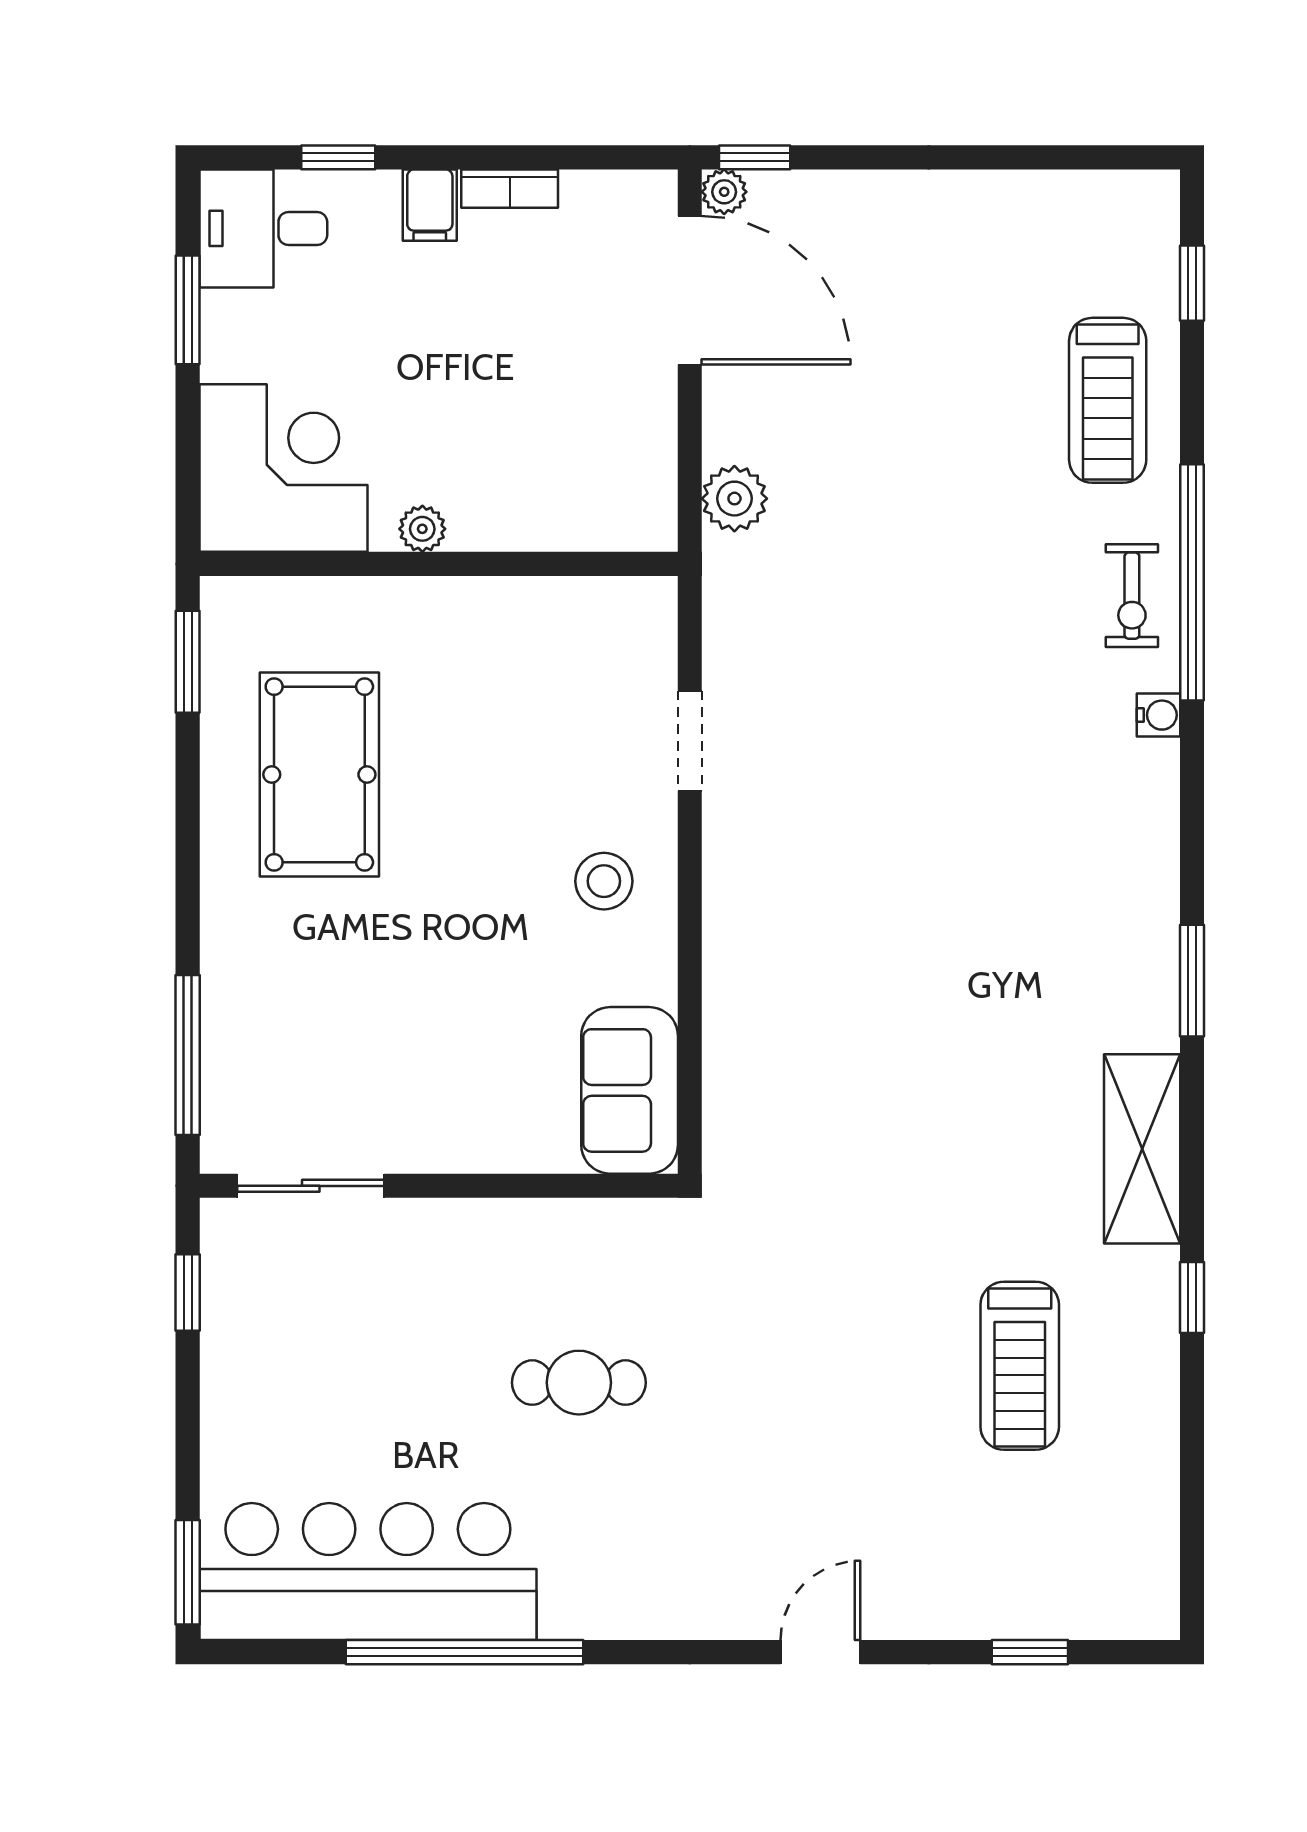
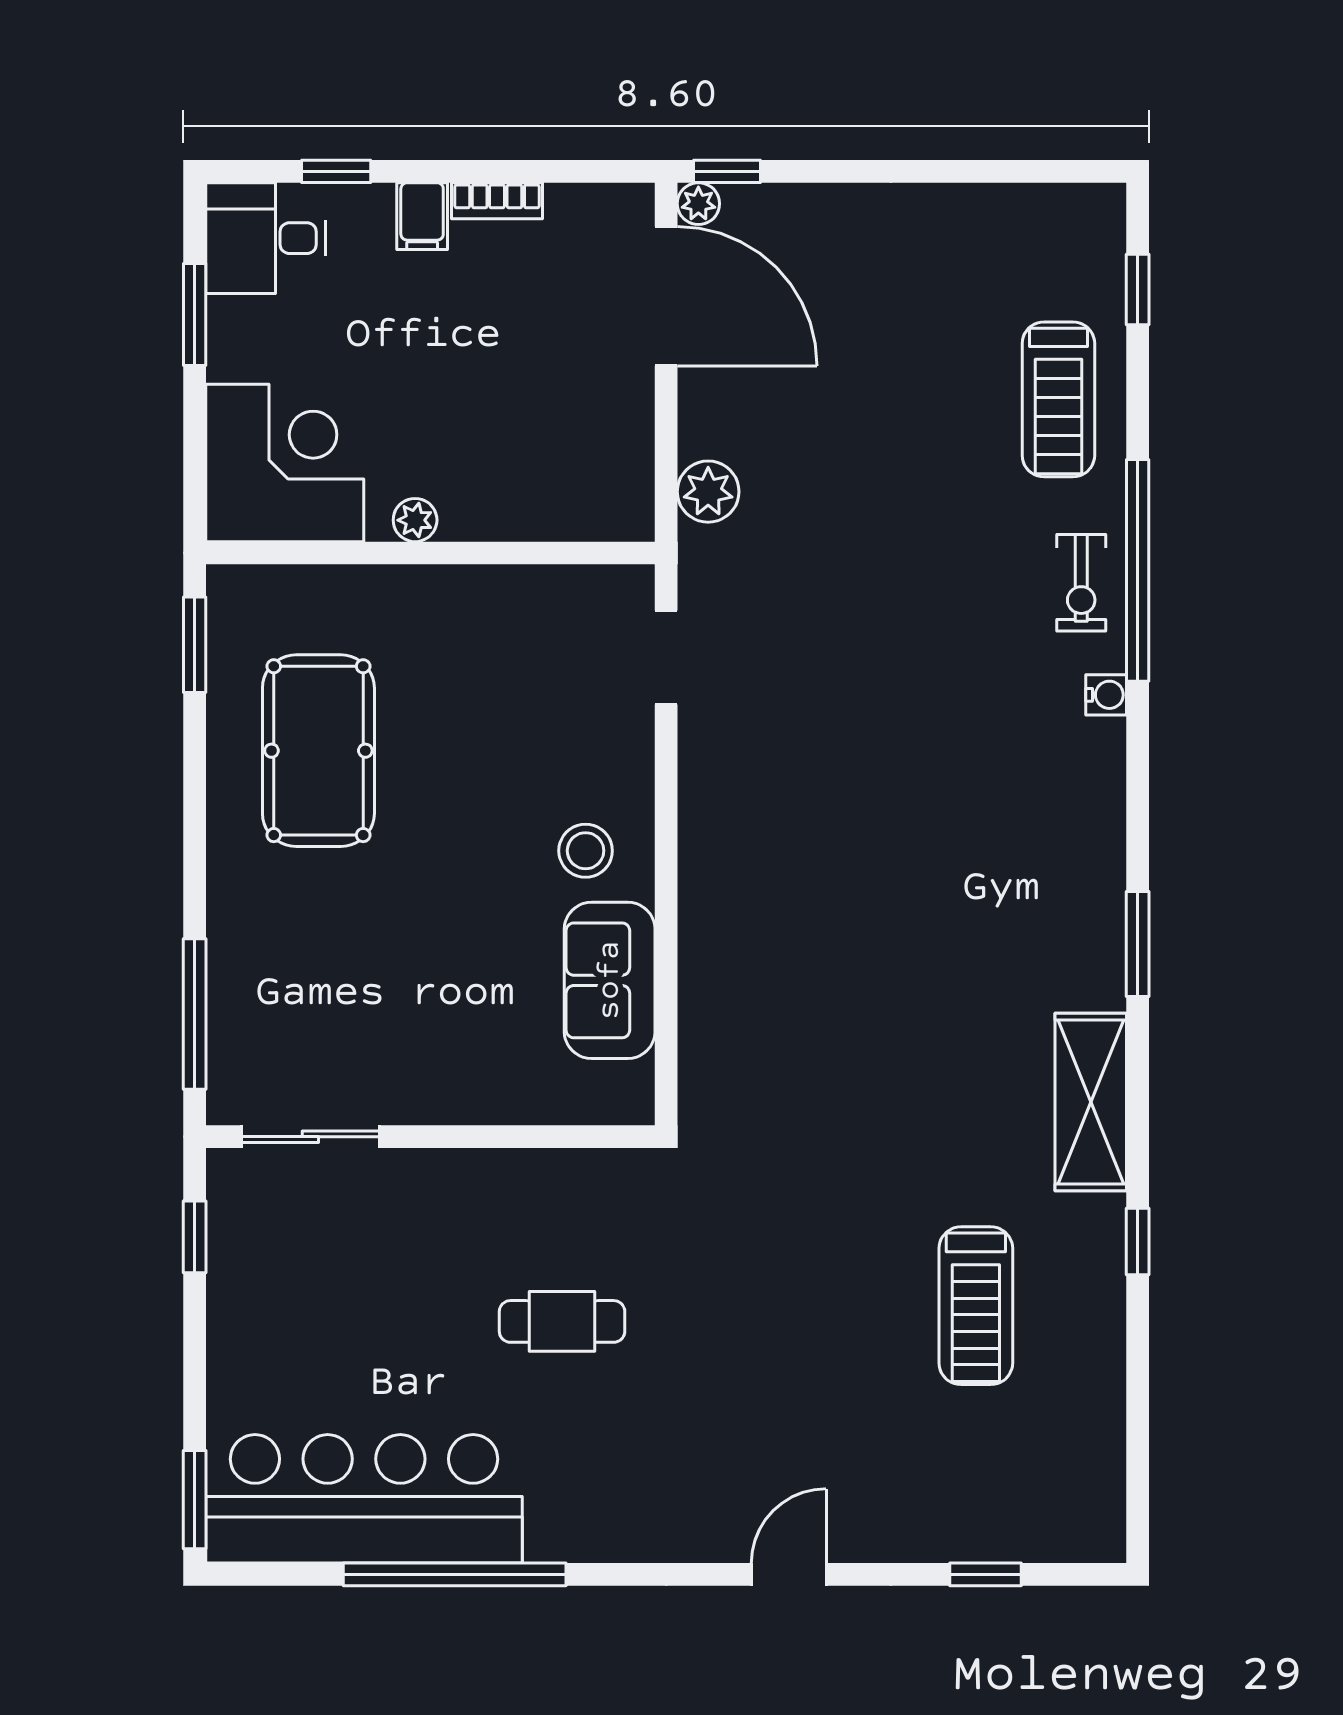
doorway: (690, 741) -> (666, 658), moved
sofa: (630, 1090) -> (610, 980), moved

